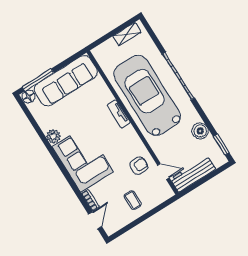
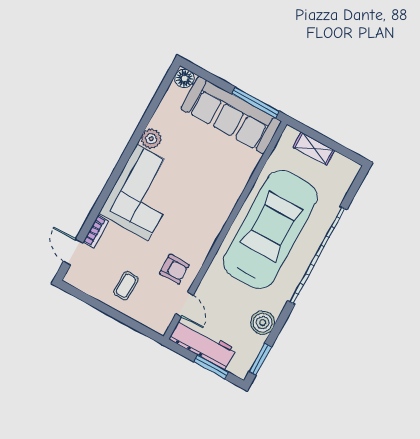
shelving: (127, 34) -> (314, 149), moved
garage door: (178, 76) -> (317, 255), width x1.36
window: (38, 80) -> (256, 103), moved
tv unit: (119, 114) -> (226, 206), removed
window: (210, 176) -> (211, 367), added
door: (95, 220) -> (73, 252), swing flipped

